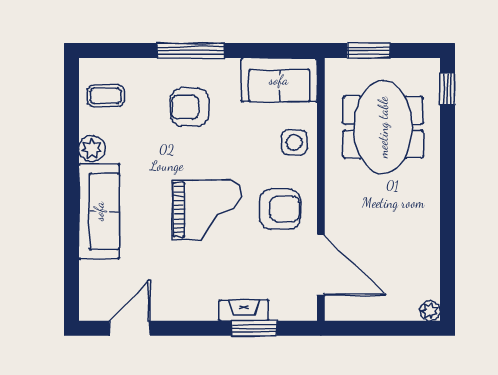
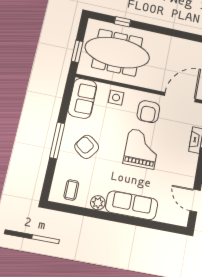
window: (447, 89) -> (122, 22), moved
armchair: (190, 107) -> (87, 147), turned 127
meeting table: (383, 127) -> (117, 53), width x1.36
armchair: (280, 209) -> (148, 112), turned 180

